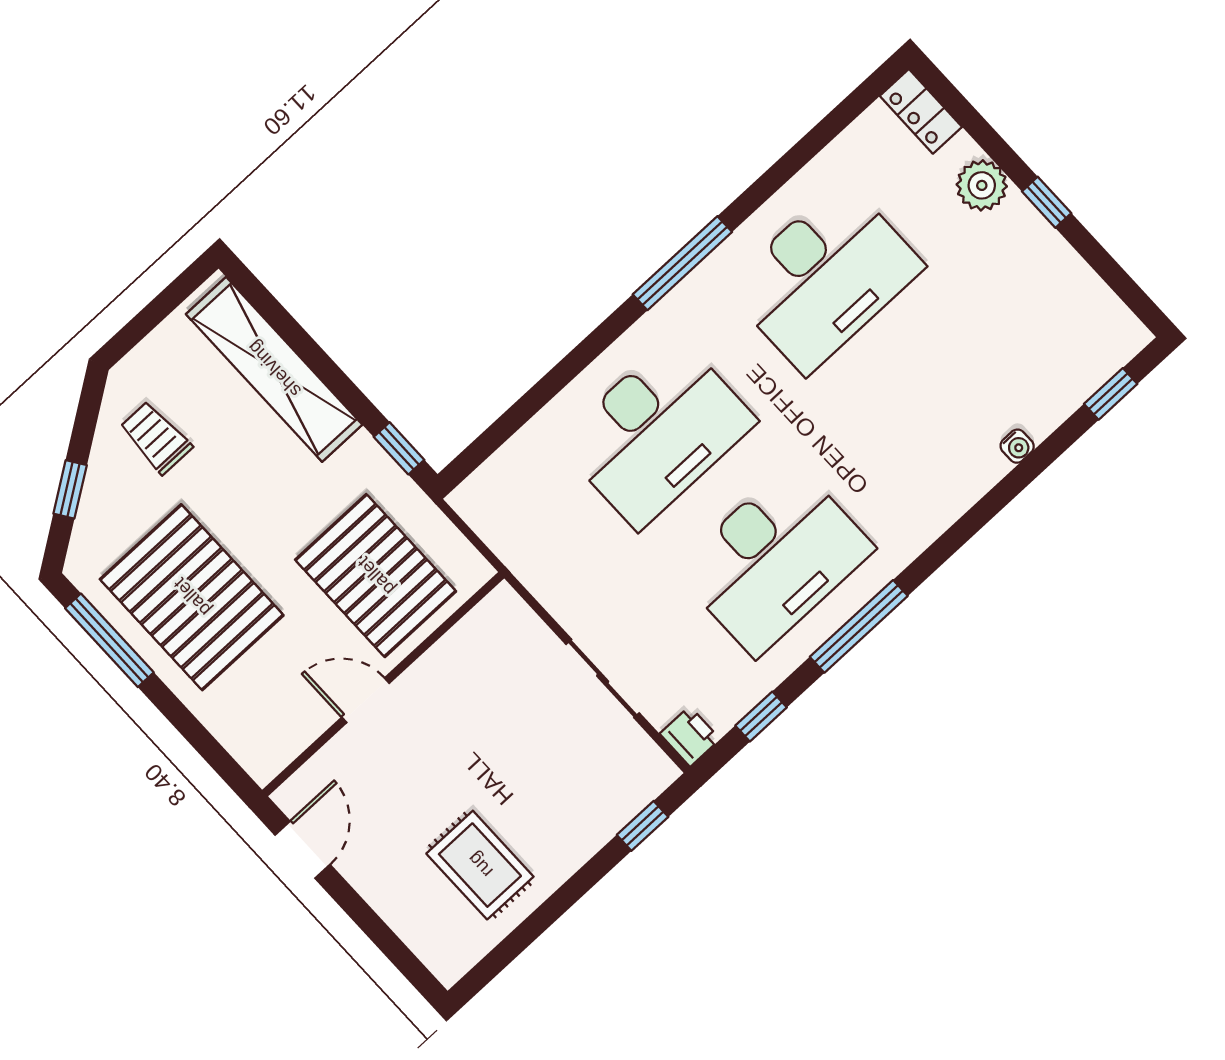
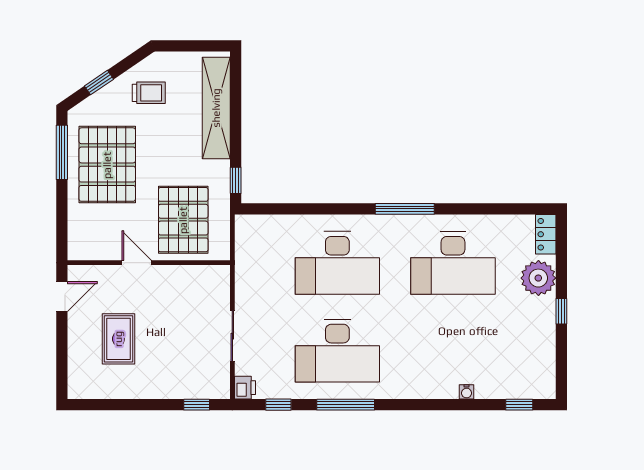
plant: (982, 185) -> (538, 278), width x1.36, depth x1.36
trolley: (156, 438) -> (149, 93), turned 90
rug: (480, 865) -> (118, 339), moved

